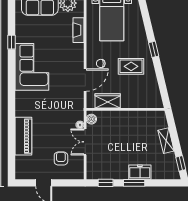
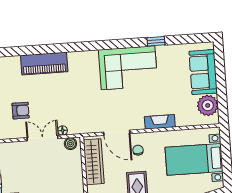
fireplace: (79, 30) -> (160, 122), moved
wardrobe: (108, 101) -> (94, 162), width x1.50

